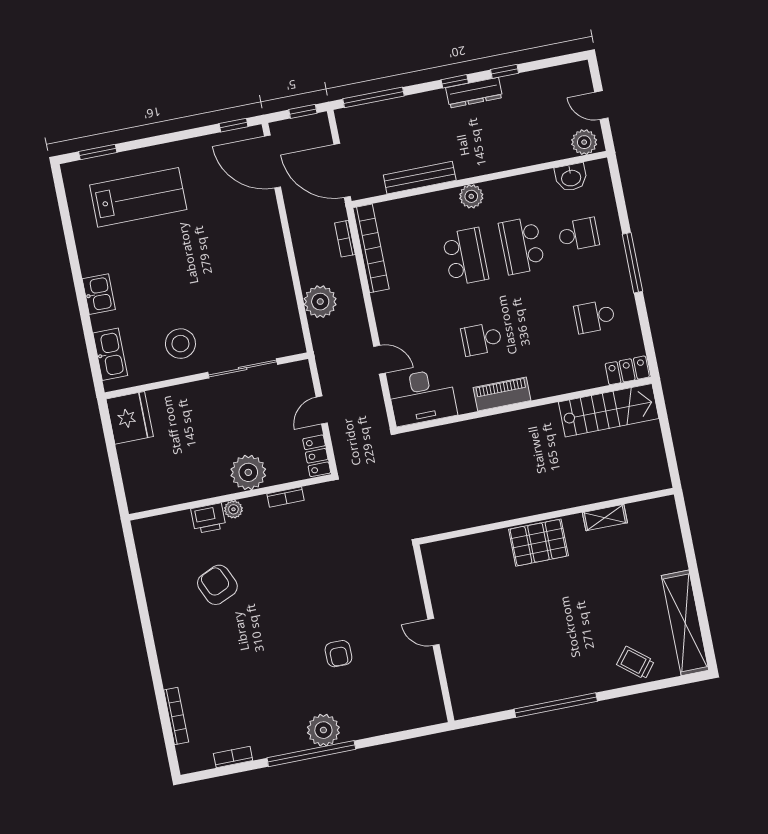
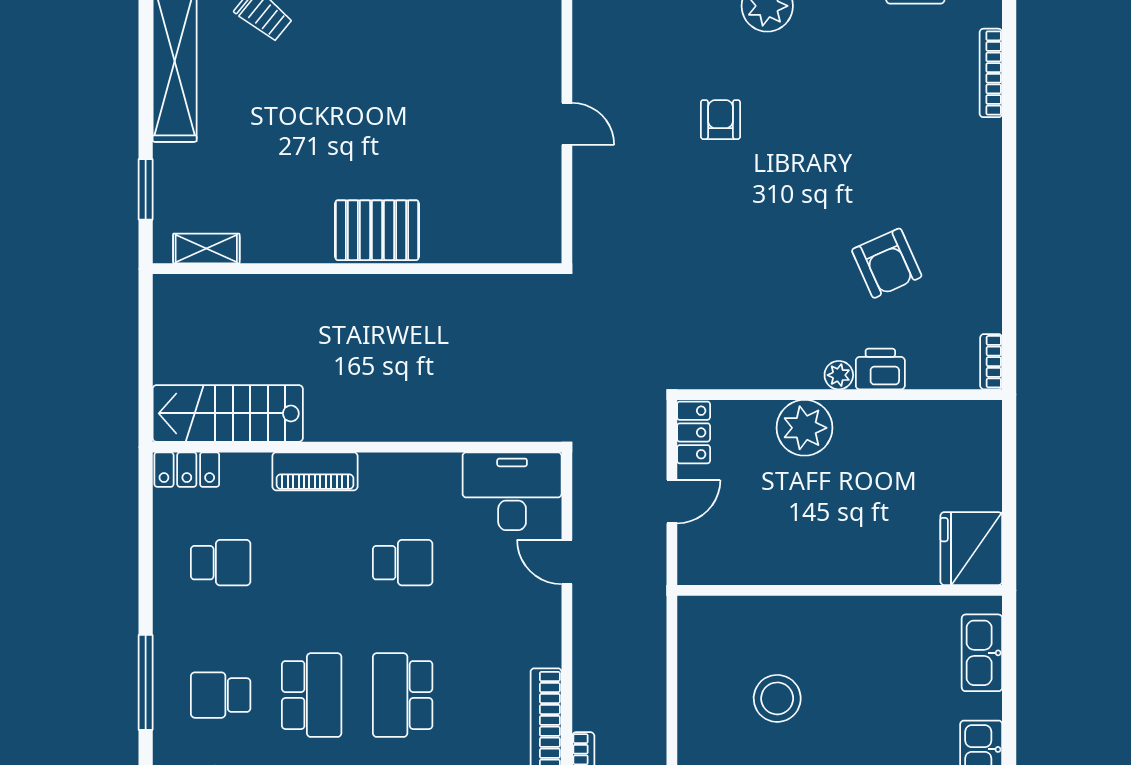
window: (632, 263) -> (146, 682), moved
plant: (320, 302) -> (641, 670), removed
stool: (180, 344) -> (777, 698), moved
sliding door: (243, 368) -> (781, 590), removed
piano: (502, 394) -> (315, 471), moved
bookcase: (285, 497) -> (991, 362), moved, turned -90
shelving: (605, 518) -> (206, 249), moved
window: (687, 539) -> (146, 189), added

